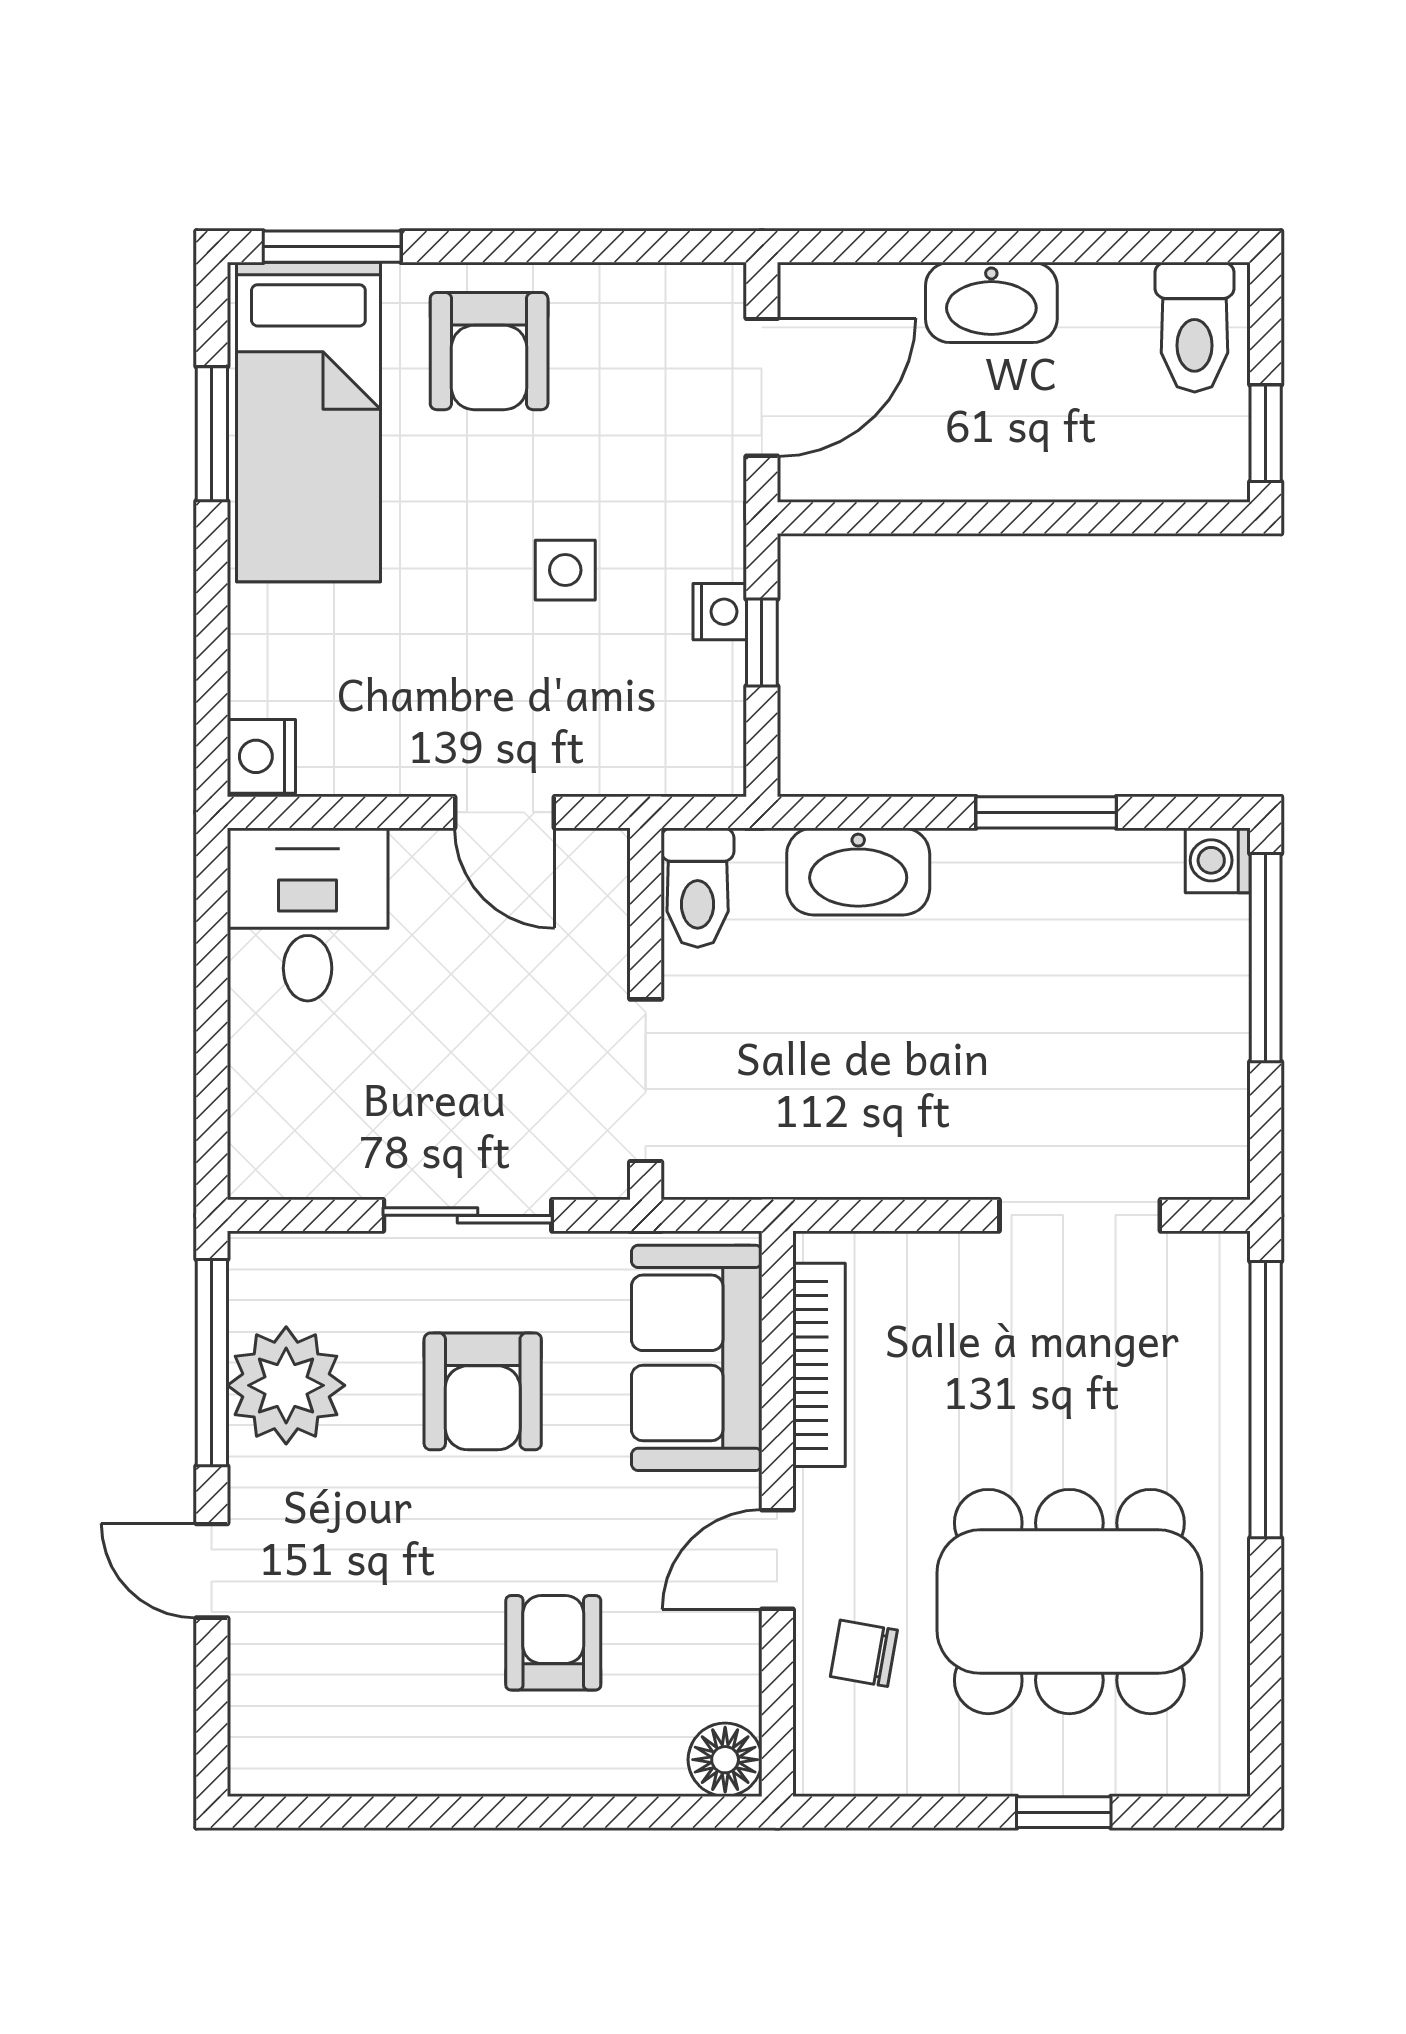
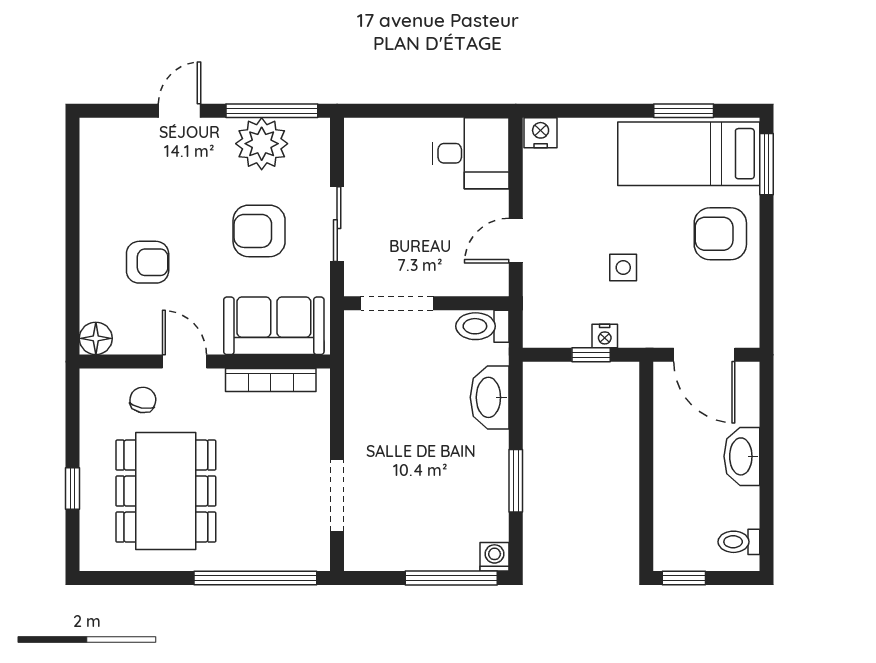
toilet: (1195, 327) -> (739, 542), width x0.73, depth x0.72

